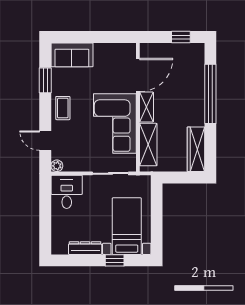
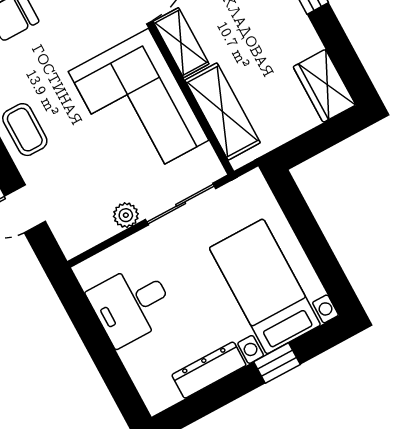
wardrobe: (196, 149) -> (324, 86), width x0.67
plant: (57, 166) -> (126, 215), moved
desk: (67, 192) -> (131, 304), moved, turned -90

